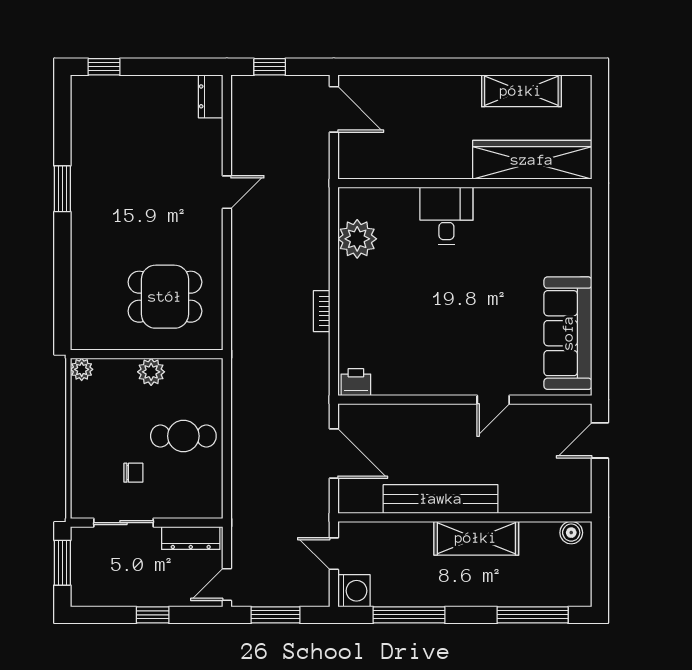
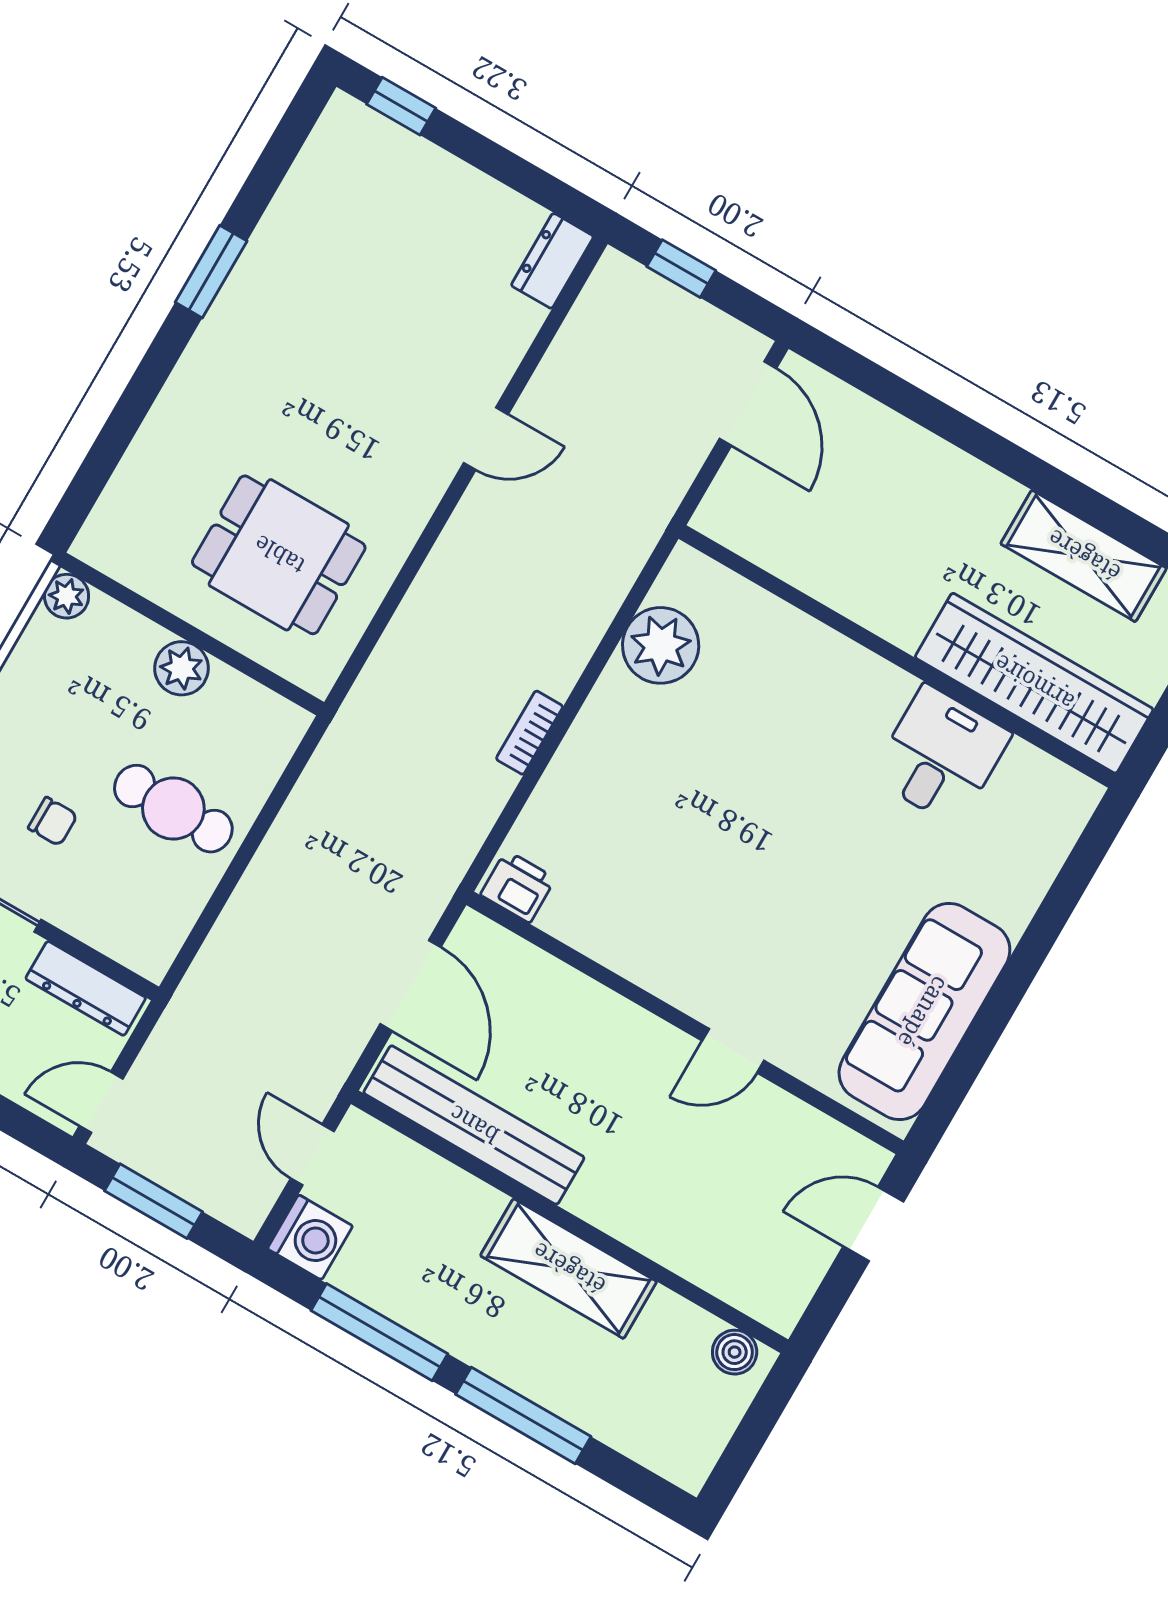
desk: (446, 216) -> (941, 755), moved
bench: (441, 499) -> (474, 1125), moved
window: (533, 615) -> (523, 1415), moved

